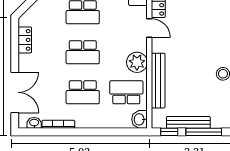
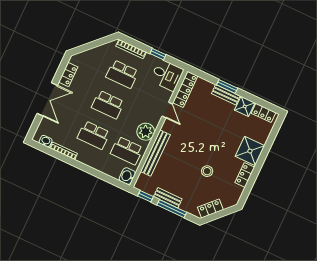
double door: (15, 92) -> (47, 99), moved
school desk: (126, 92) -> (127, 151), turned 180
bench: (188, 122) -> (168, 198), width x0.73

